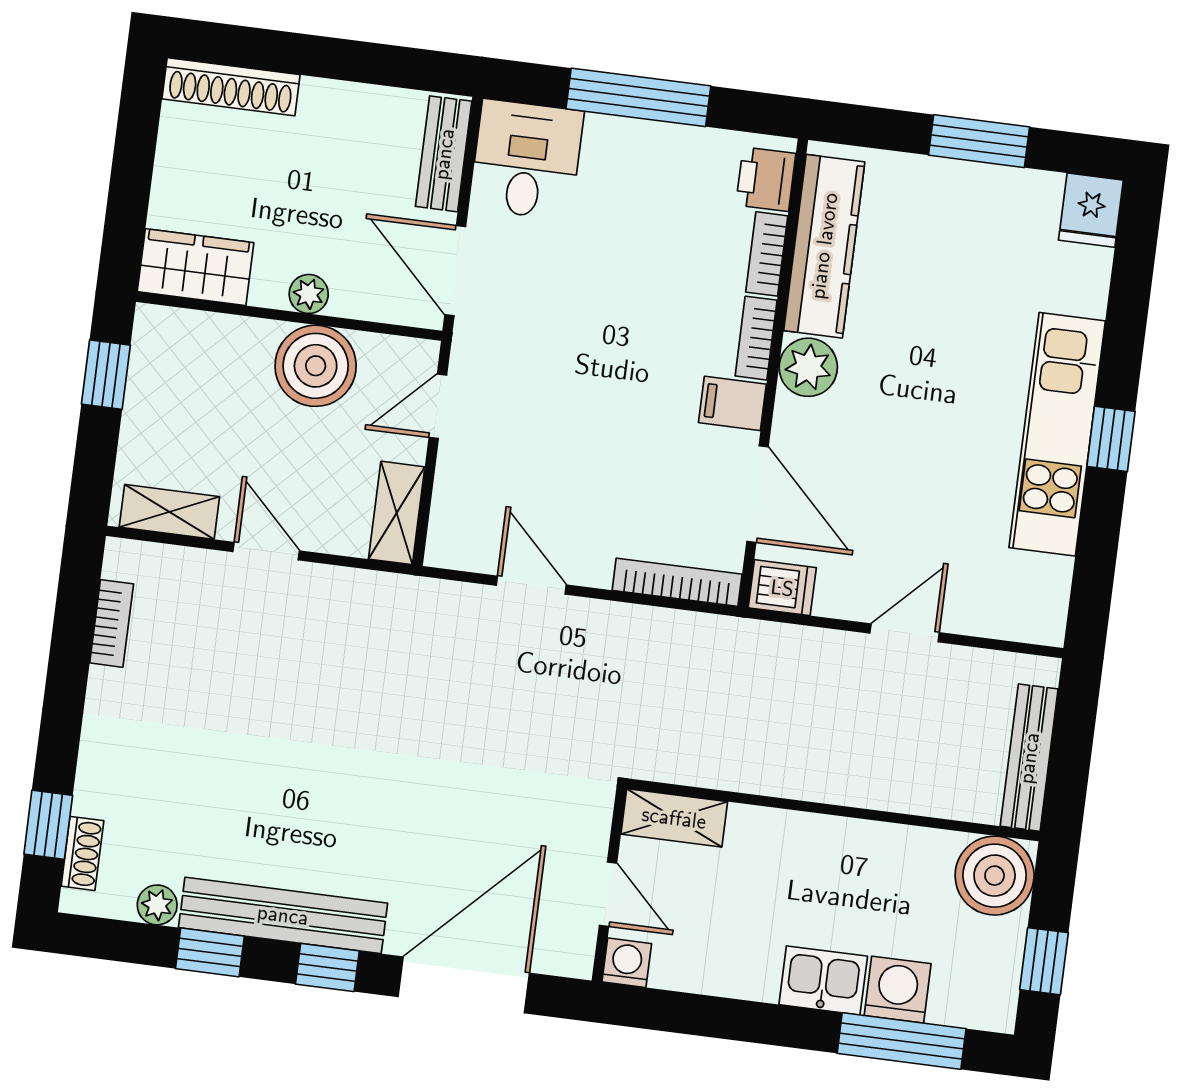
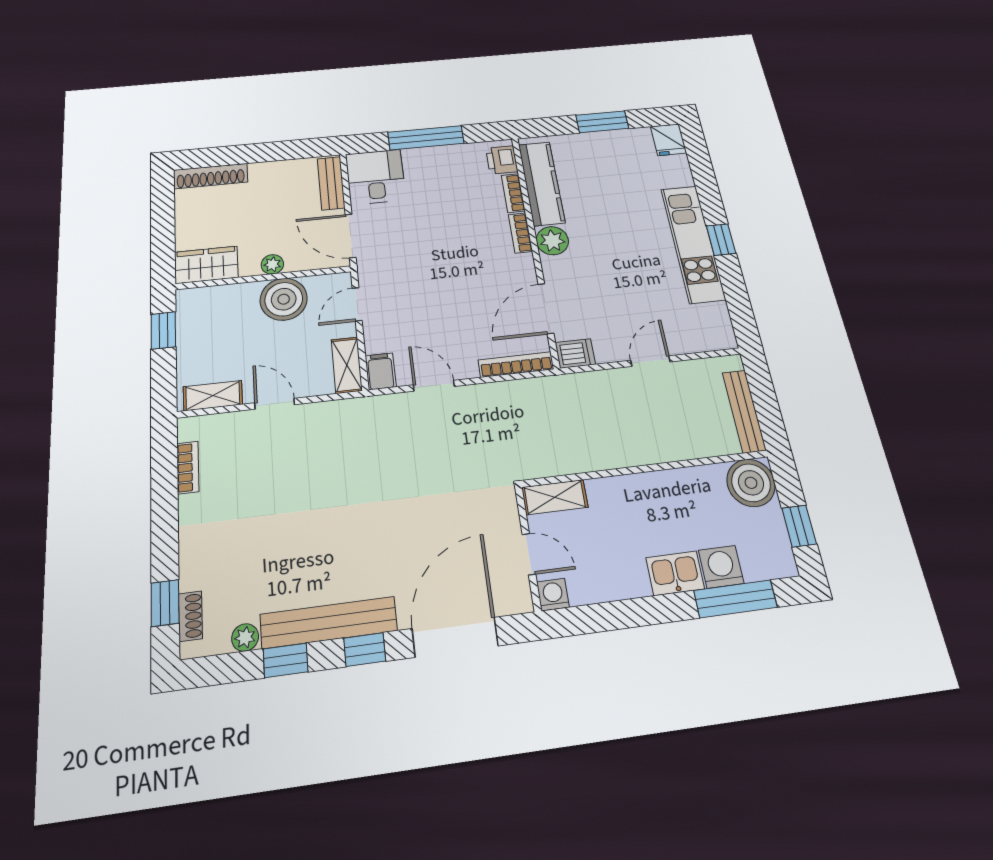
filing cabinet: (732, 403) -> (381, 371), moved, turned 90
door: (757, 494) -> (546, 309), swing flipped

